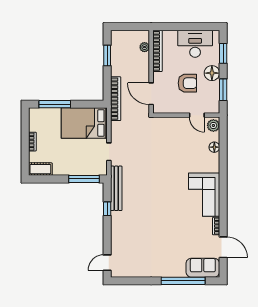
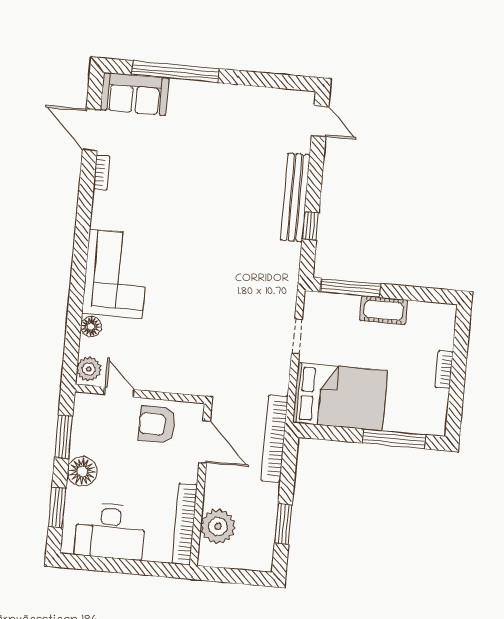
plant: (144, 47) -> (218, 526), width x1.87, depth x1.87
armchair: (187, 83) -> (157, 424), moved
cot: (40, 169) -> (384, 310), moved
bench: (116, 188) -> (295, 197), moved
corner sofa: (204, 195) -> (116, 274), moved
door: (107, 263) -> (320, 121), hinge flipped

